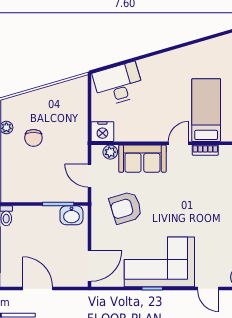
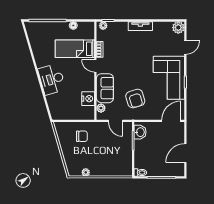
desk: (118, 84) -> (52, 79), moved
nightstand: (102, 132) -> (88, 99), moved
chair: (33, 138) -> (82, 136), moved
door: (90, 176) -> (115, 121), hinge flipped
door: (90, 266) -> (171, 121), hinge flipped

